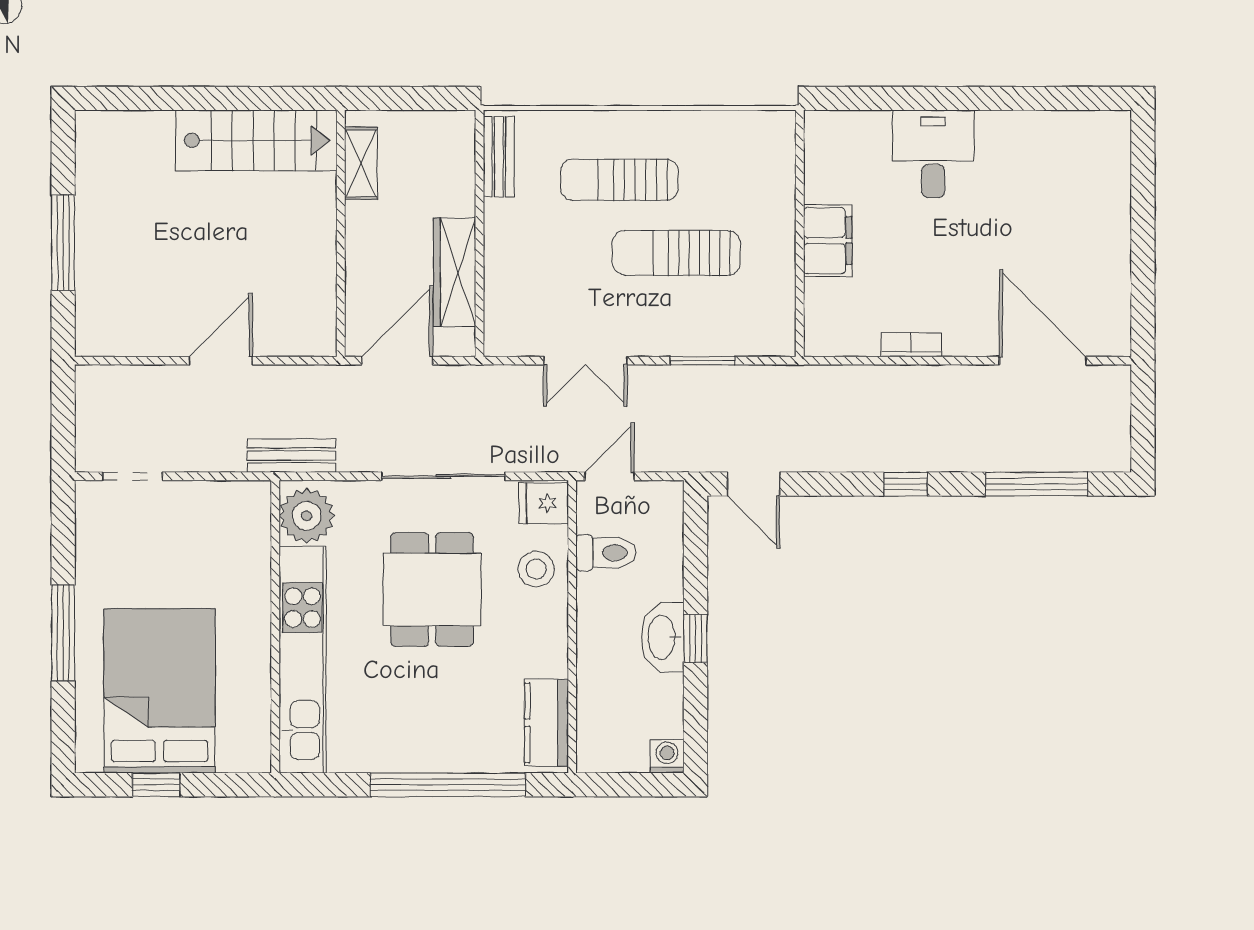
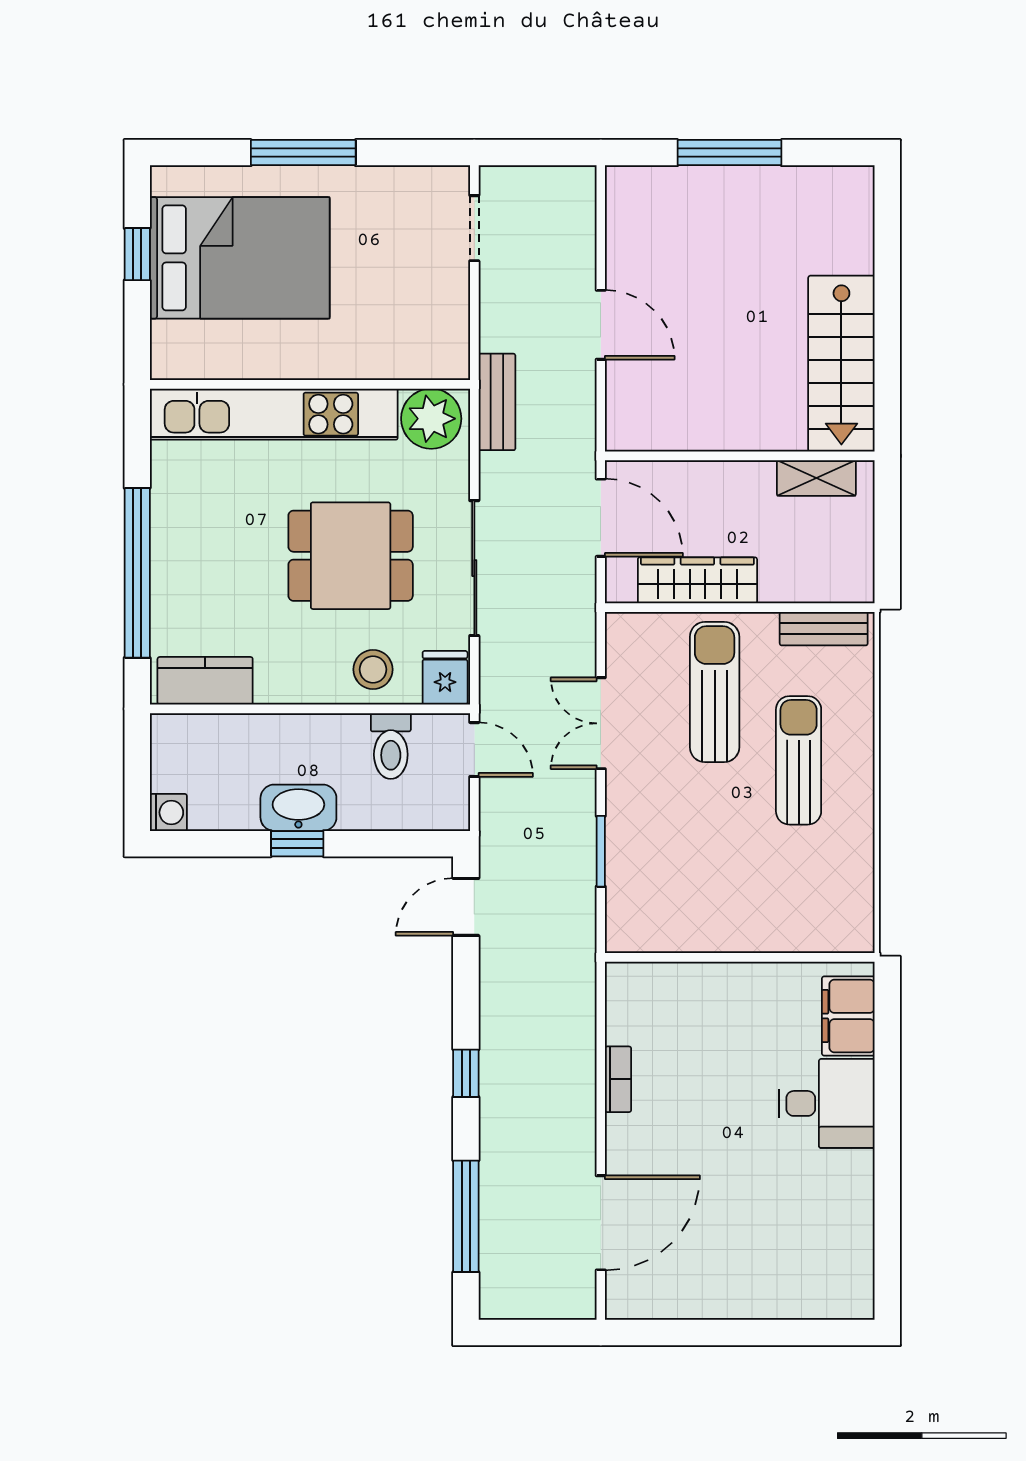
filing cabinet: (828, 241) -> (848, 1016), moved, turned 90
sun lounger: (676, 253) -> (715, 692), moved

